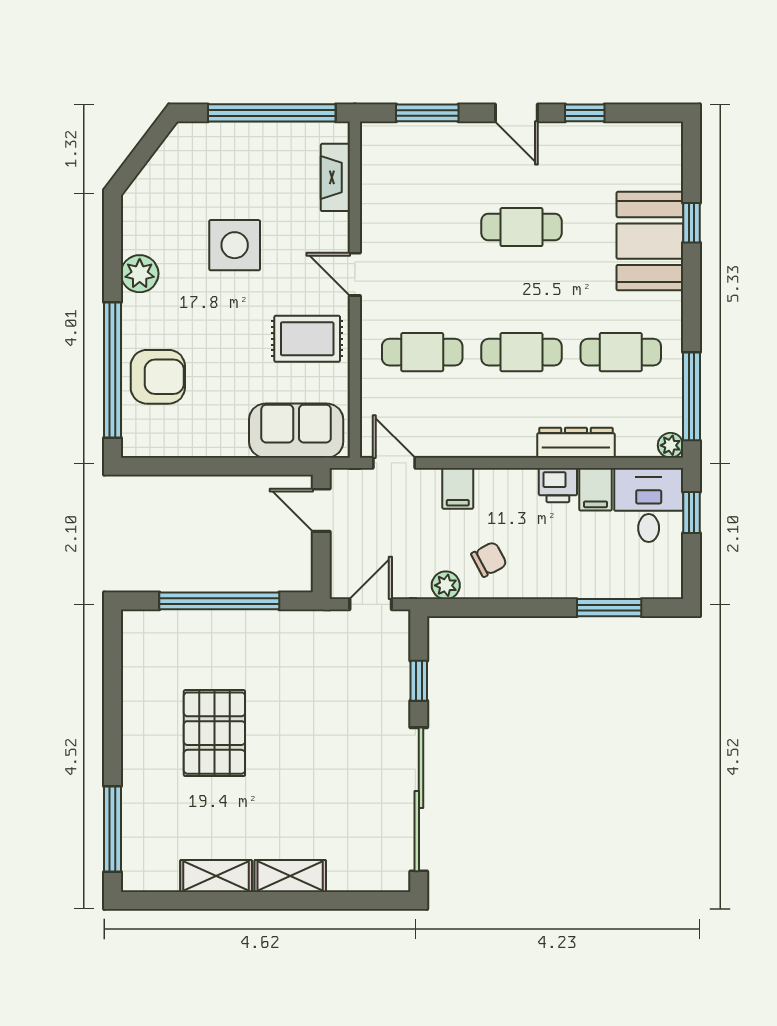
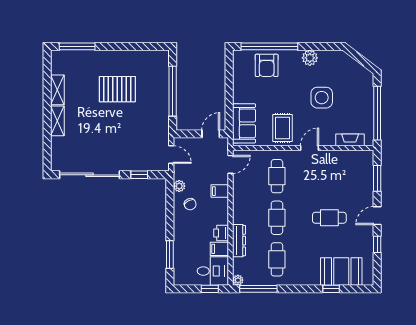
cafe table: (521, 227) -> (329, 218), turned 90
booth: (650, 241) -> (341, 272), moved

